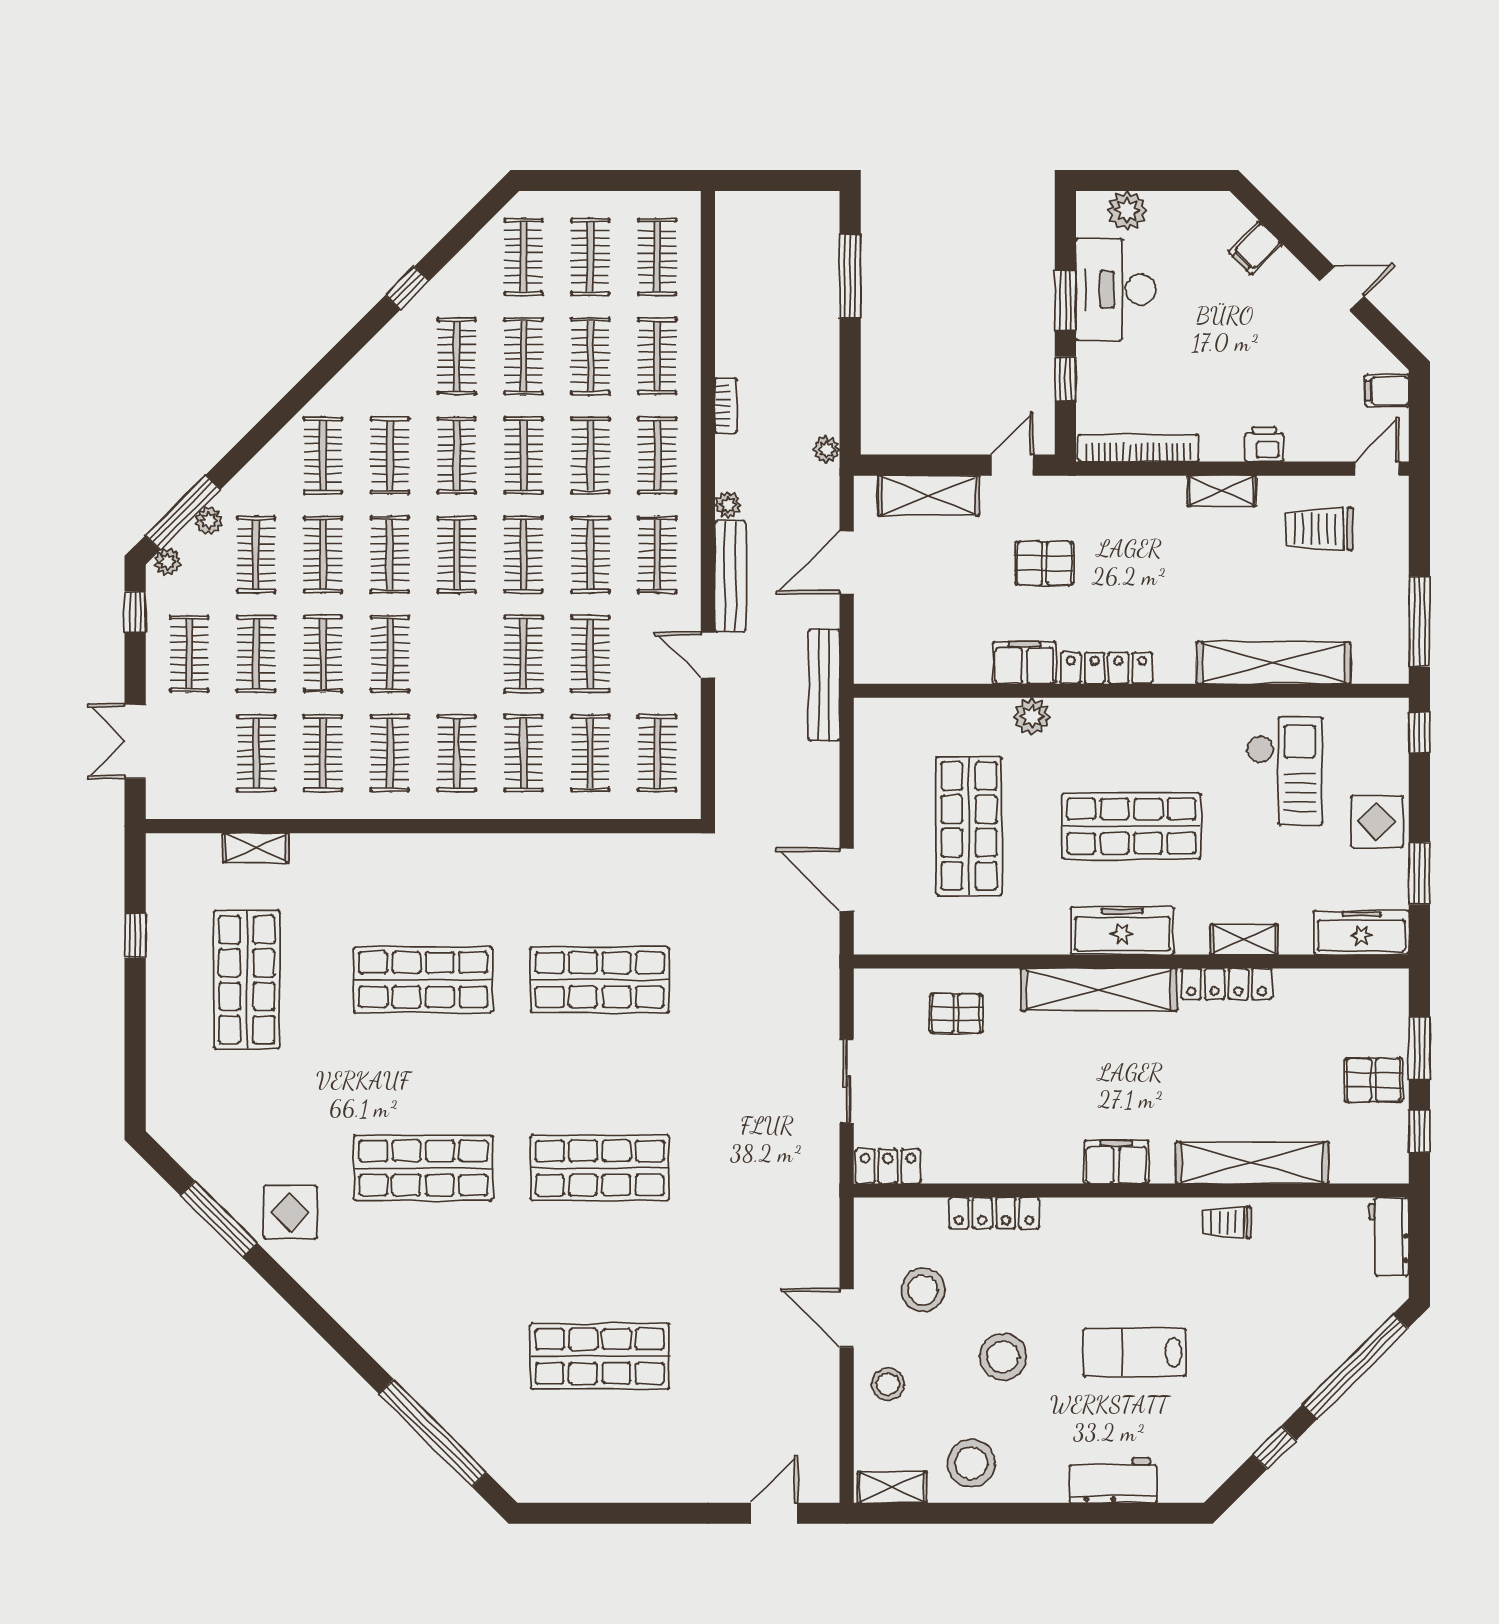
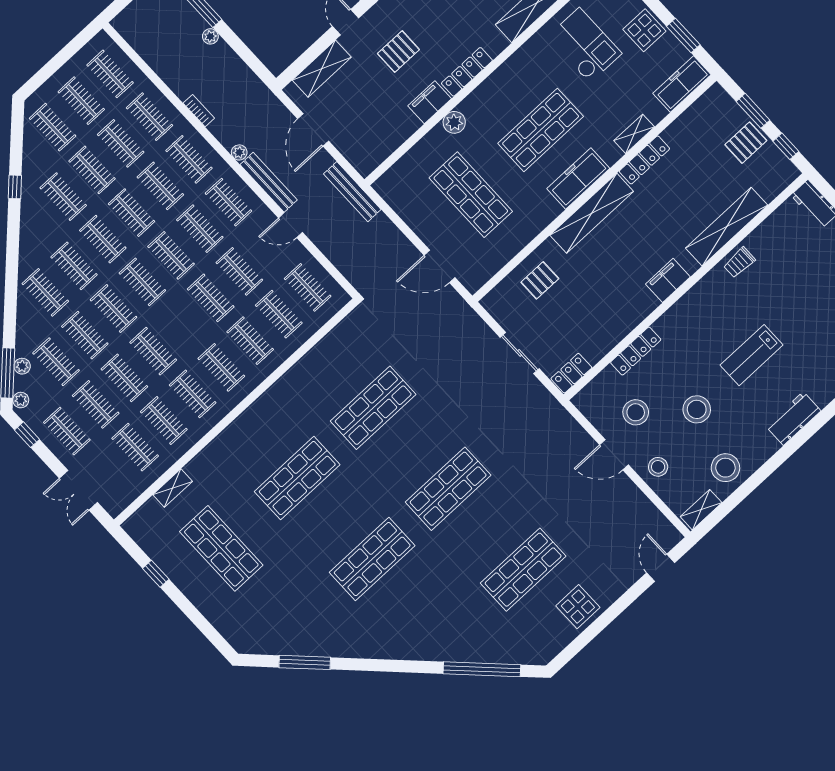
plant: (826, 450) -> (210, 36), moved
display table: (290, 1212) -> (578, 607), moved

